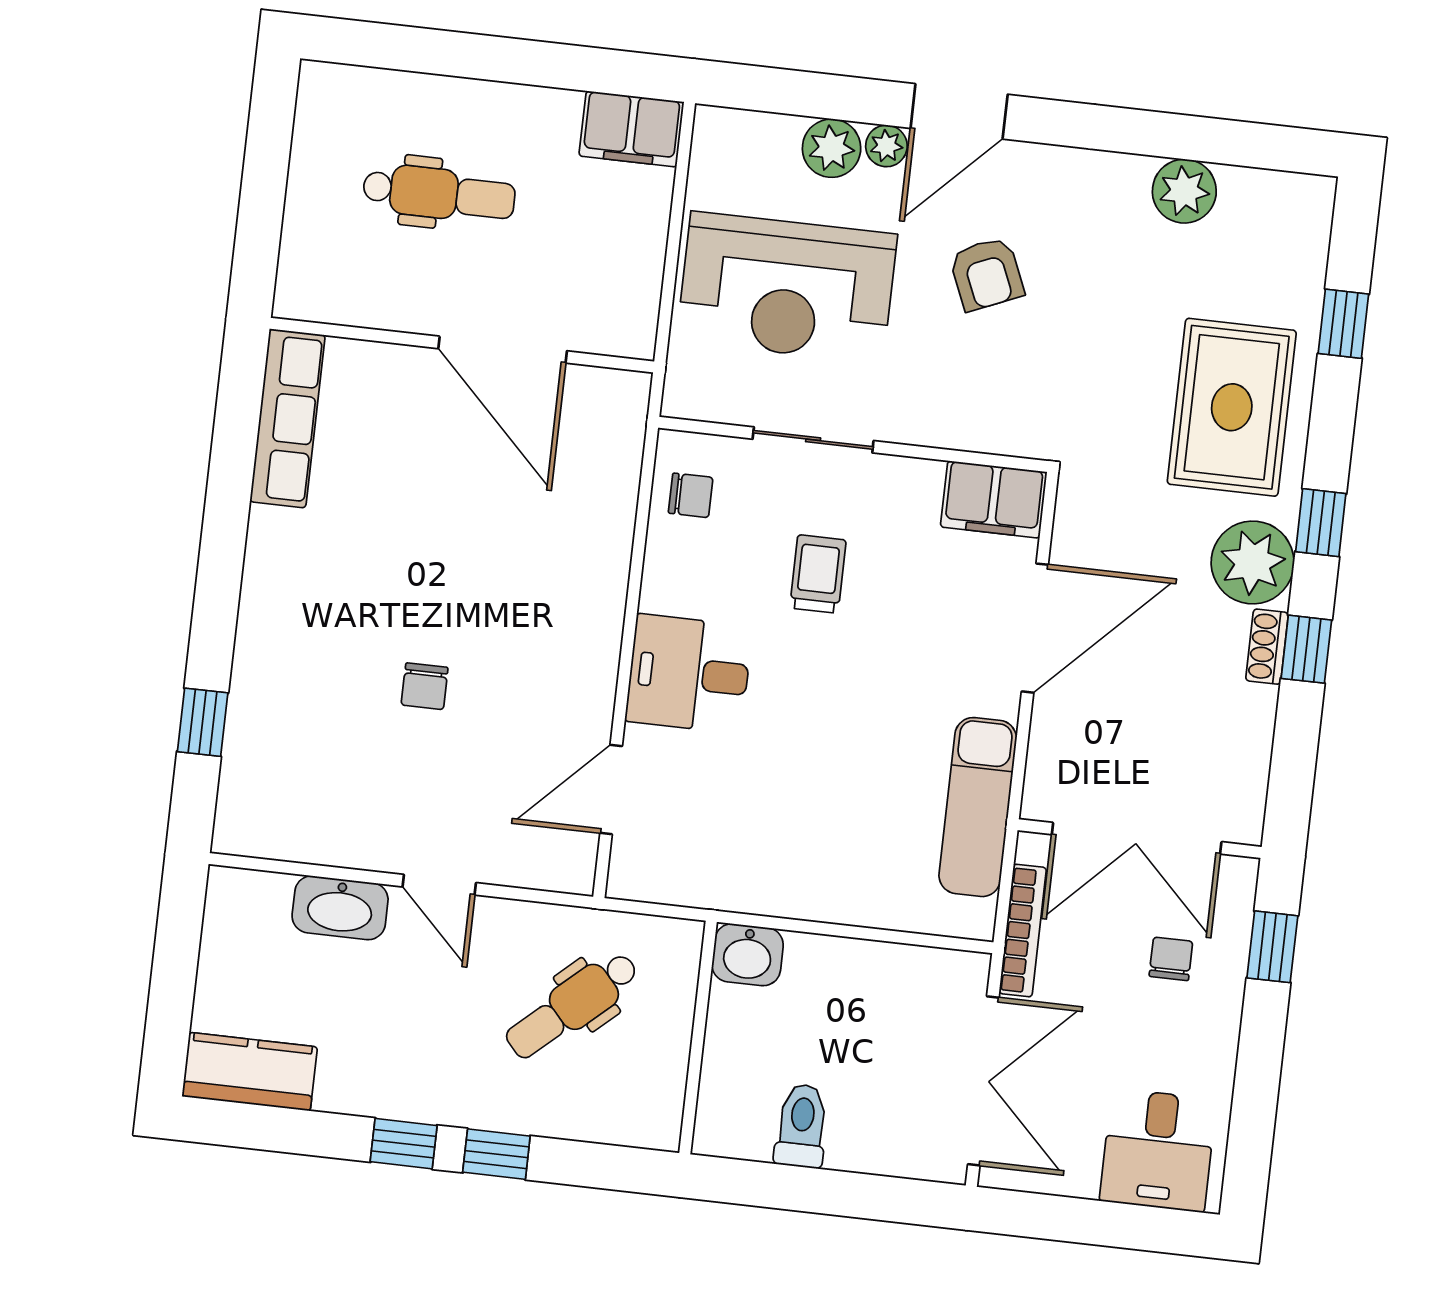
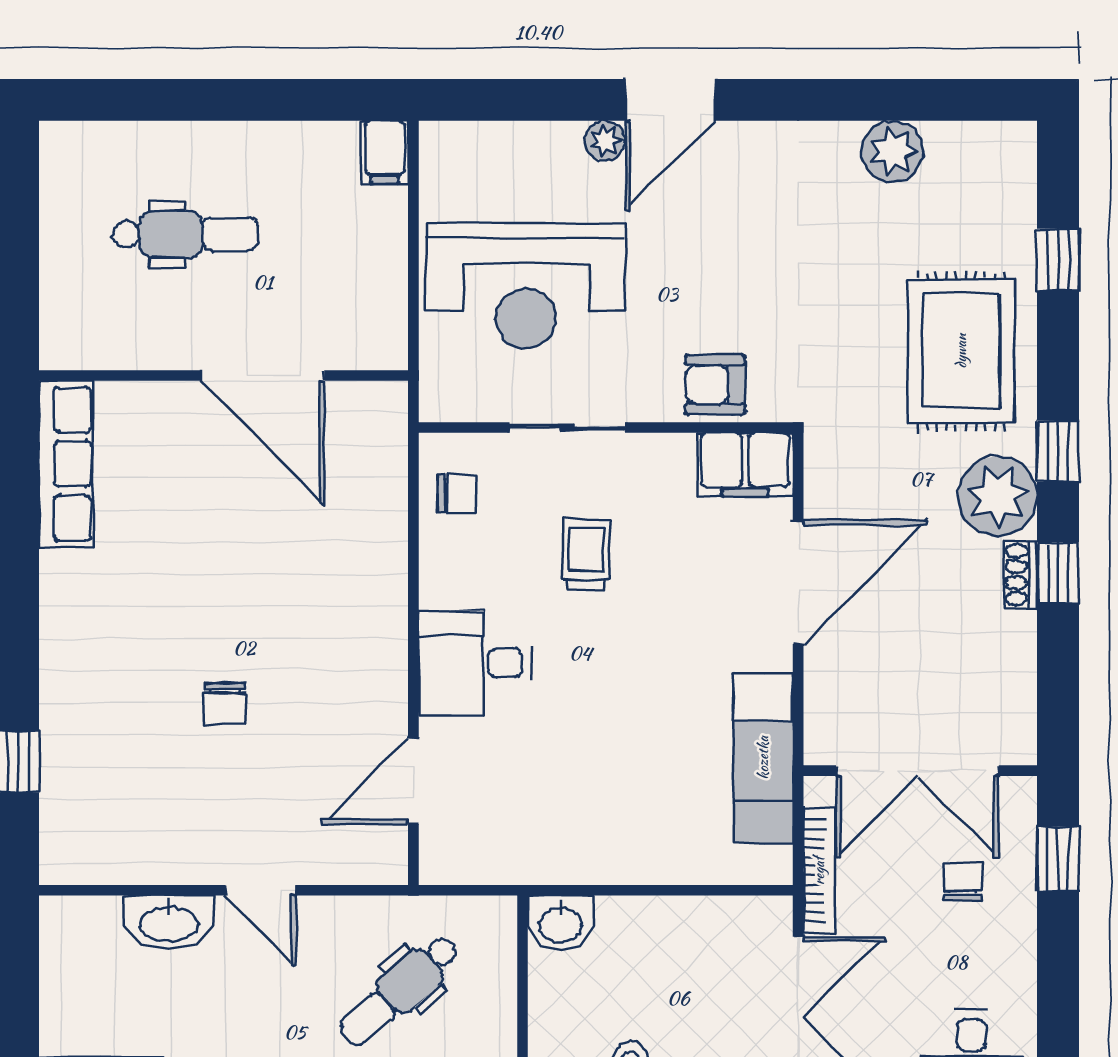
filing cabinet: (631, 129) -> (385, 152), width x0.50
plant: (832, 148) -> (553, 149), removed
armchair: (987, 274) -> (715, 384), moved, turned 113

